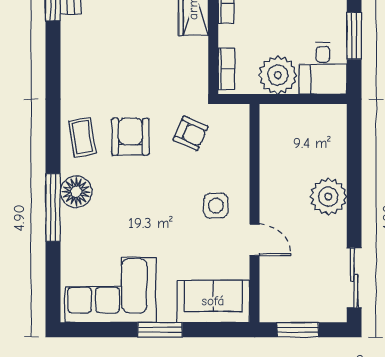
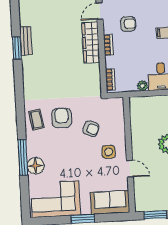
plant: (278, 75) -> (142, 86), width x0.53, depth x0.53
armchair: (191, 133) -> (91, 129), moved
floor lamp: (76, 192) -> (36, 166), moved

